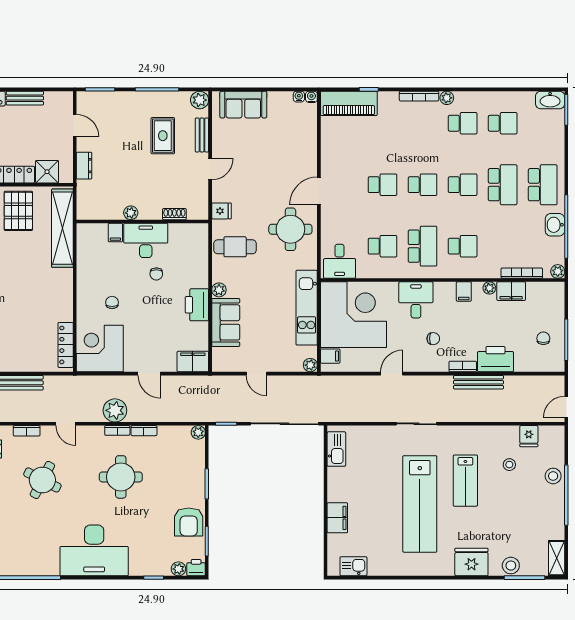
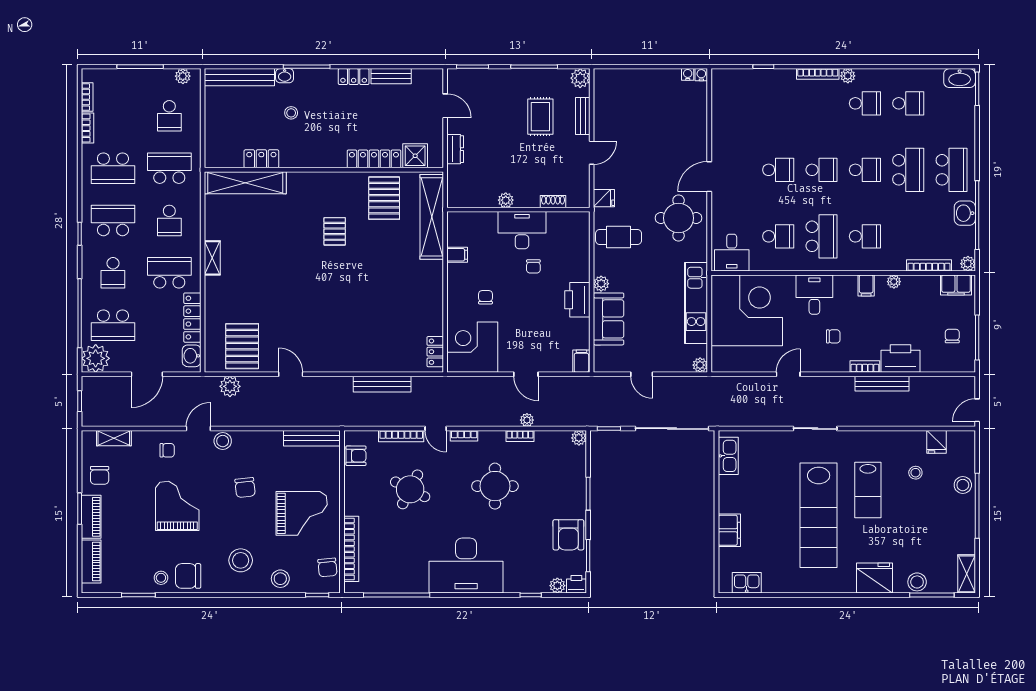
piano: (349, 103) -> (742, 82), removed
sofa: (243, 105) -> (628, 83), removed
filing cabinet: (115, 233) -> (457, 255), moved, turned -90
filing cabinet: (511, 291) -> (956, 285), moved
locker: (66, 345) -> (435, 352), width x0.66
filing cabinet: (330, 356) -> (722, 355), removed
filing cabinet: (193, 362) -> (581, 361), width x0.50
plant: (115, 410) -> (527, 420), moved, width x0.53, depth x0.53
bookcase: (117, 430) -> (464, 436), moved
bookcase: (27, 431) -> (401, 436), width x1.56

